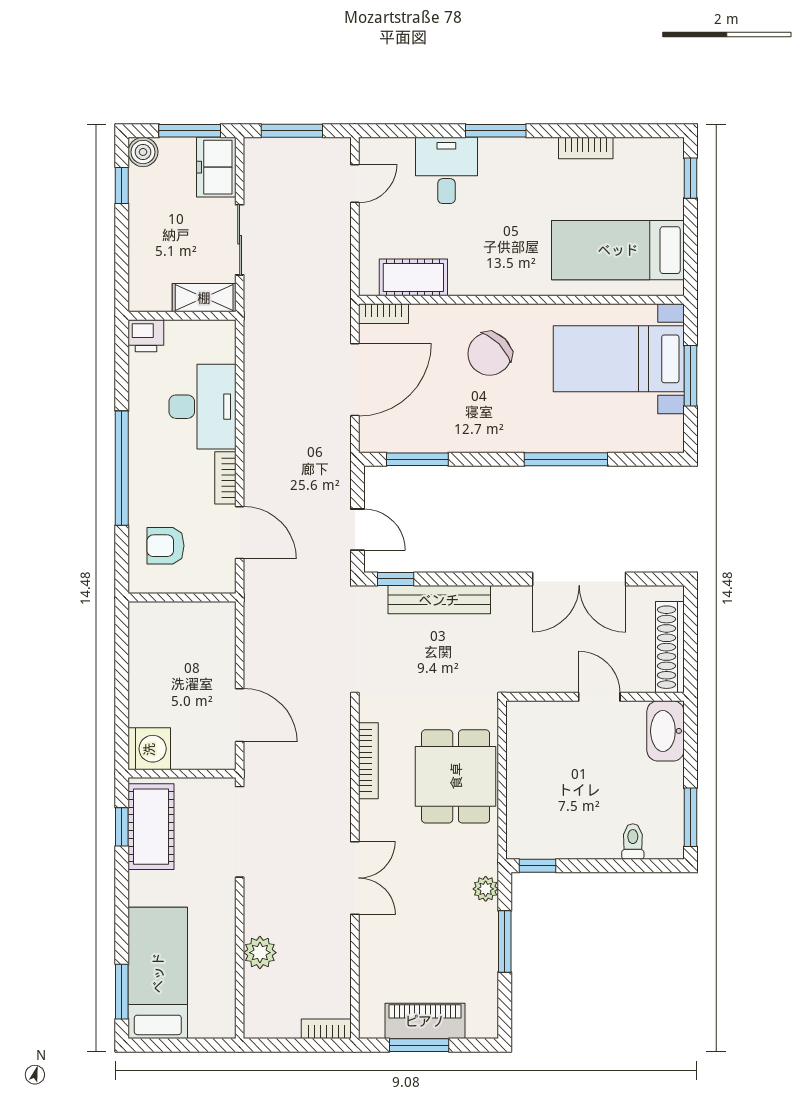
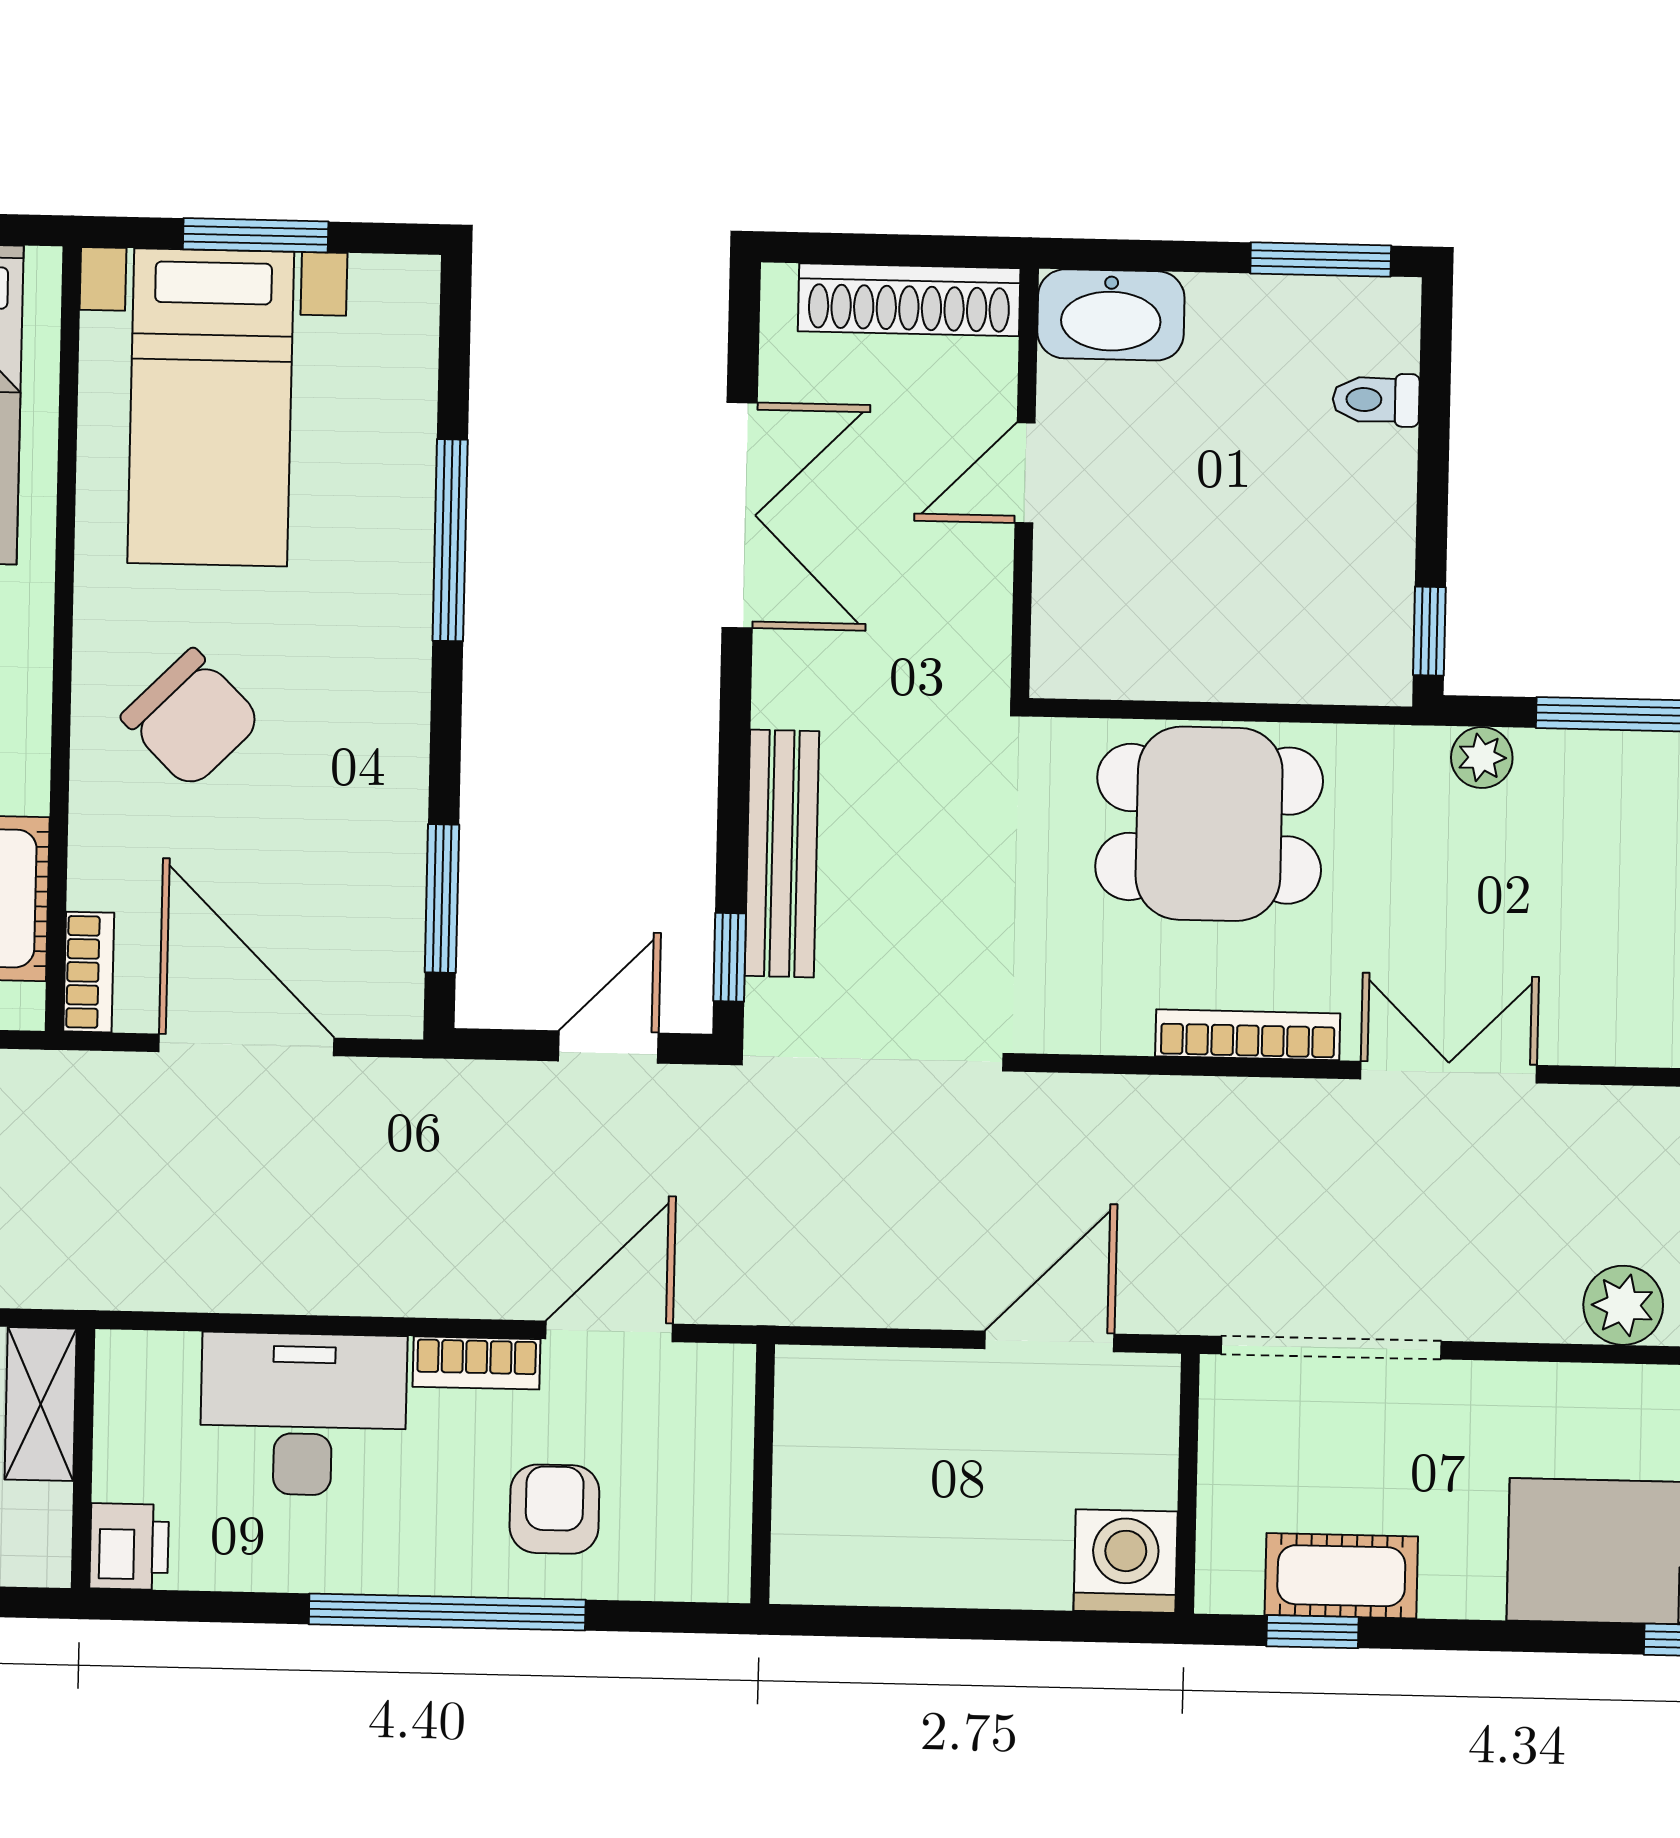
armchair: (165, 546) -> (554, 1509), moved, turned 180
bookcase: (368, 761) -> (1248, 1035), moved
cot: (151, 827) -> (1341, 1576), width x0.73, depth x0.75

